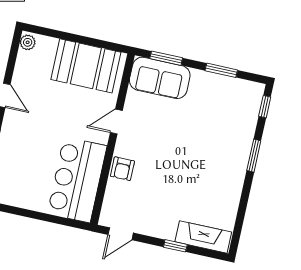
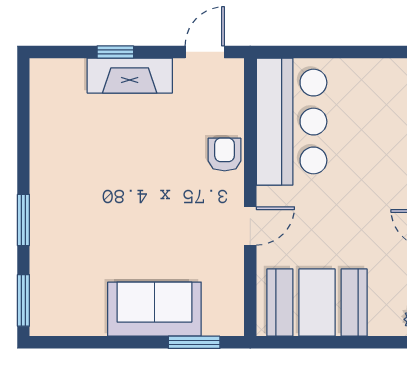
window: (221, 70) -> (104, 342), removed
sofa: (160, 78) -> (154, 309), moved
window: (265, 107) -> (23, 300), width x1.50
fireplace: (203, 237) -> (130, 76), moved

